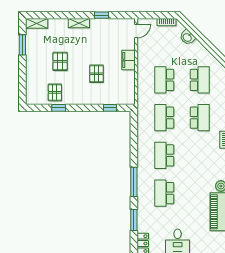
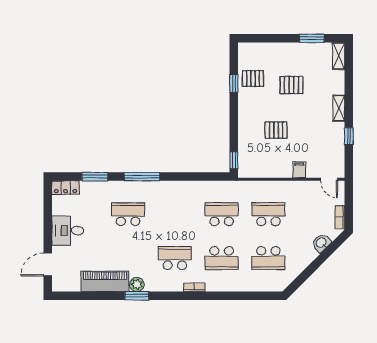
filing cabinet: (128, 60) -> (299, 170), width x0.50
window: (110, 108) -> (234, 160), moved
school desk: (164, 155) -> (175, 258), moved

